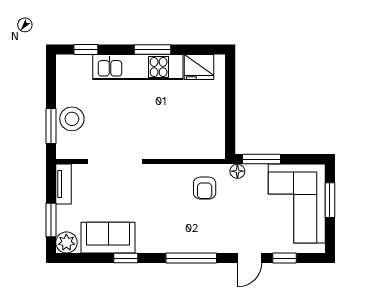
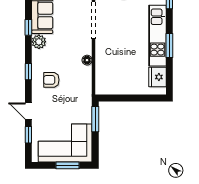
floor lamp: (237, 171) -> (87, 60), moved
armchair: (205, 188) -> (51, 80), moved
plant: (147, 243) -> (39, 42), added
window: (191, 258) -> (28, 72), width x0.46

